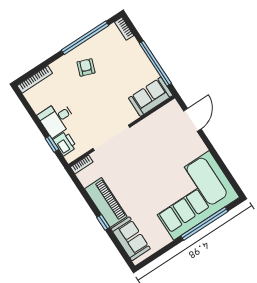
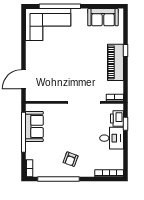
sofa: (151, 97) -> (34, 126), moved, turned -90
corner sofa: (192, 195) -> (48, 25), width x0.73, depth x0.74
sofa: (131, 239) -> (103, 17), moved, turned -90

